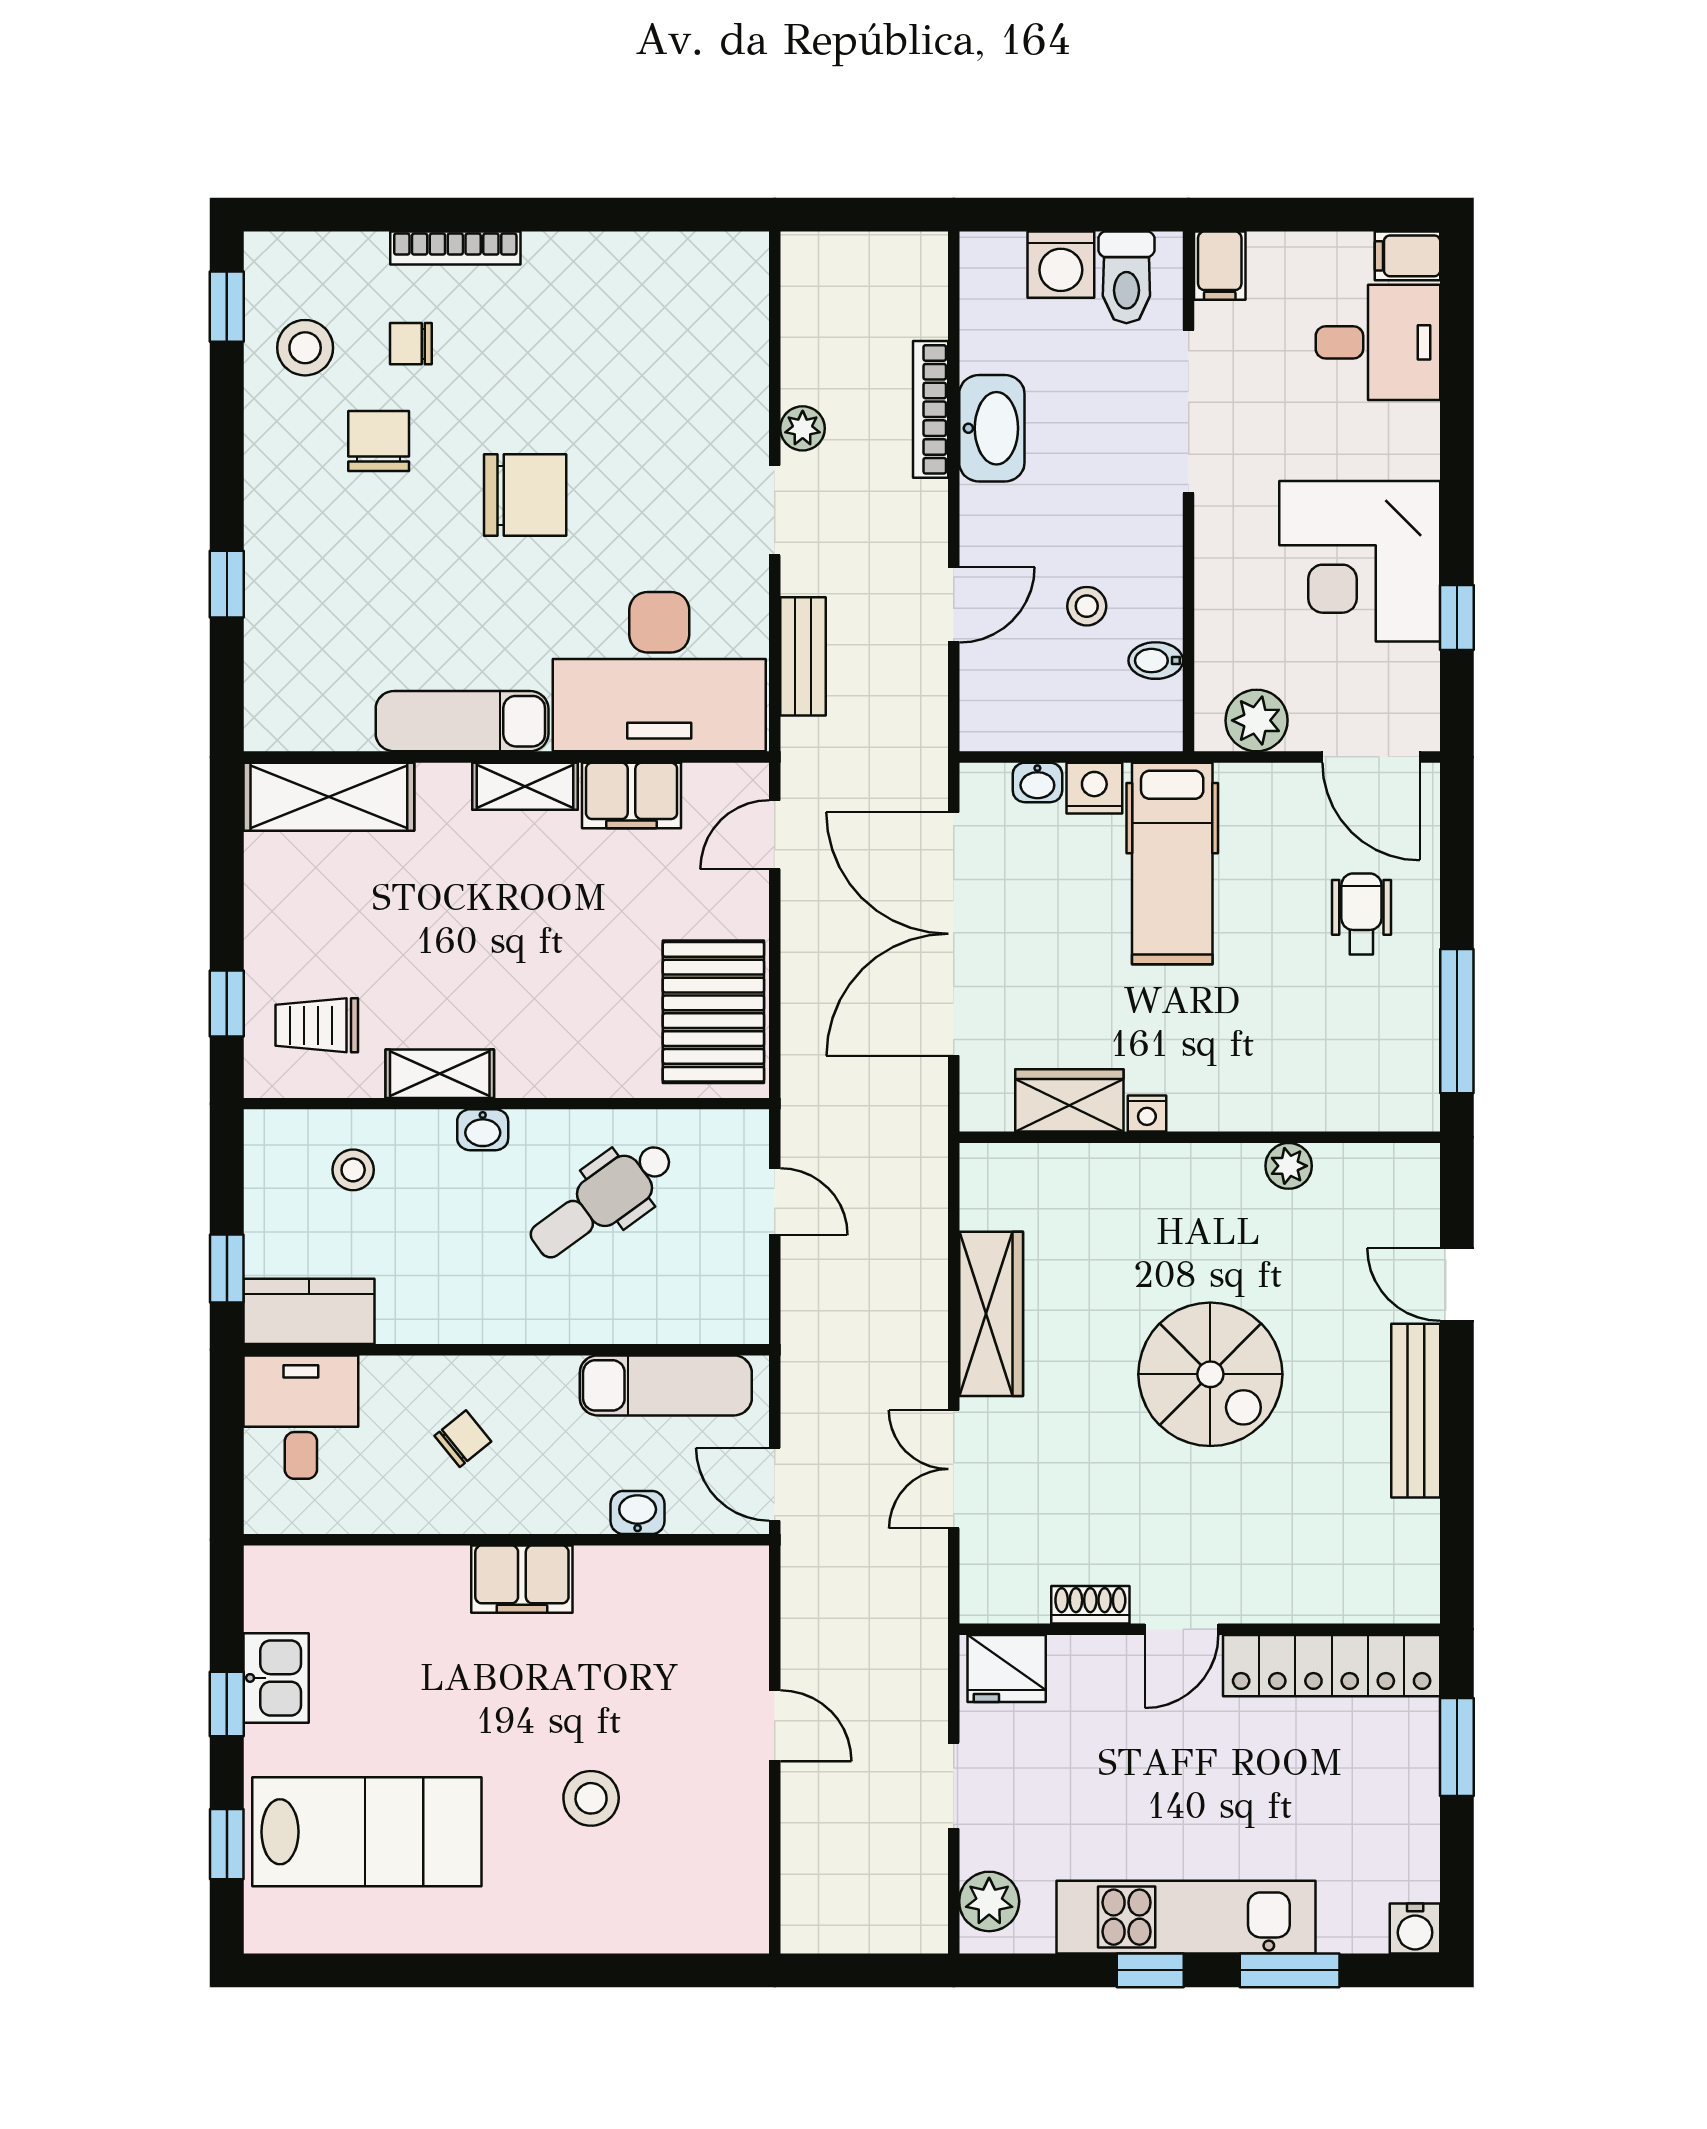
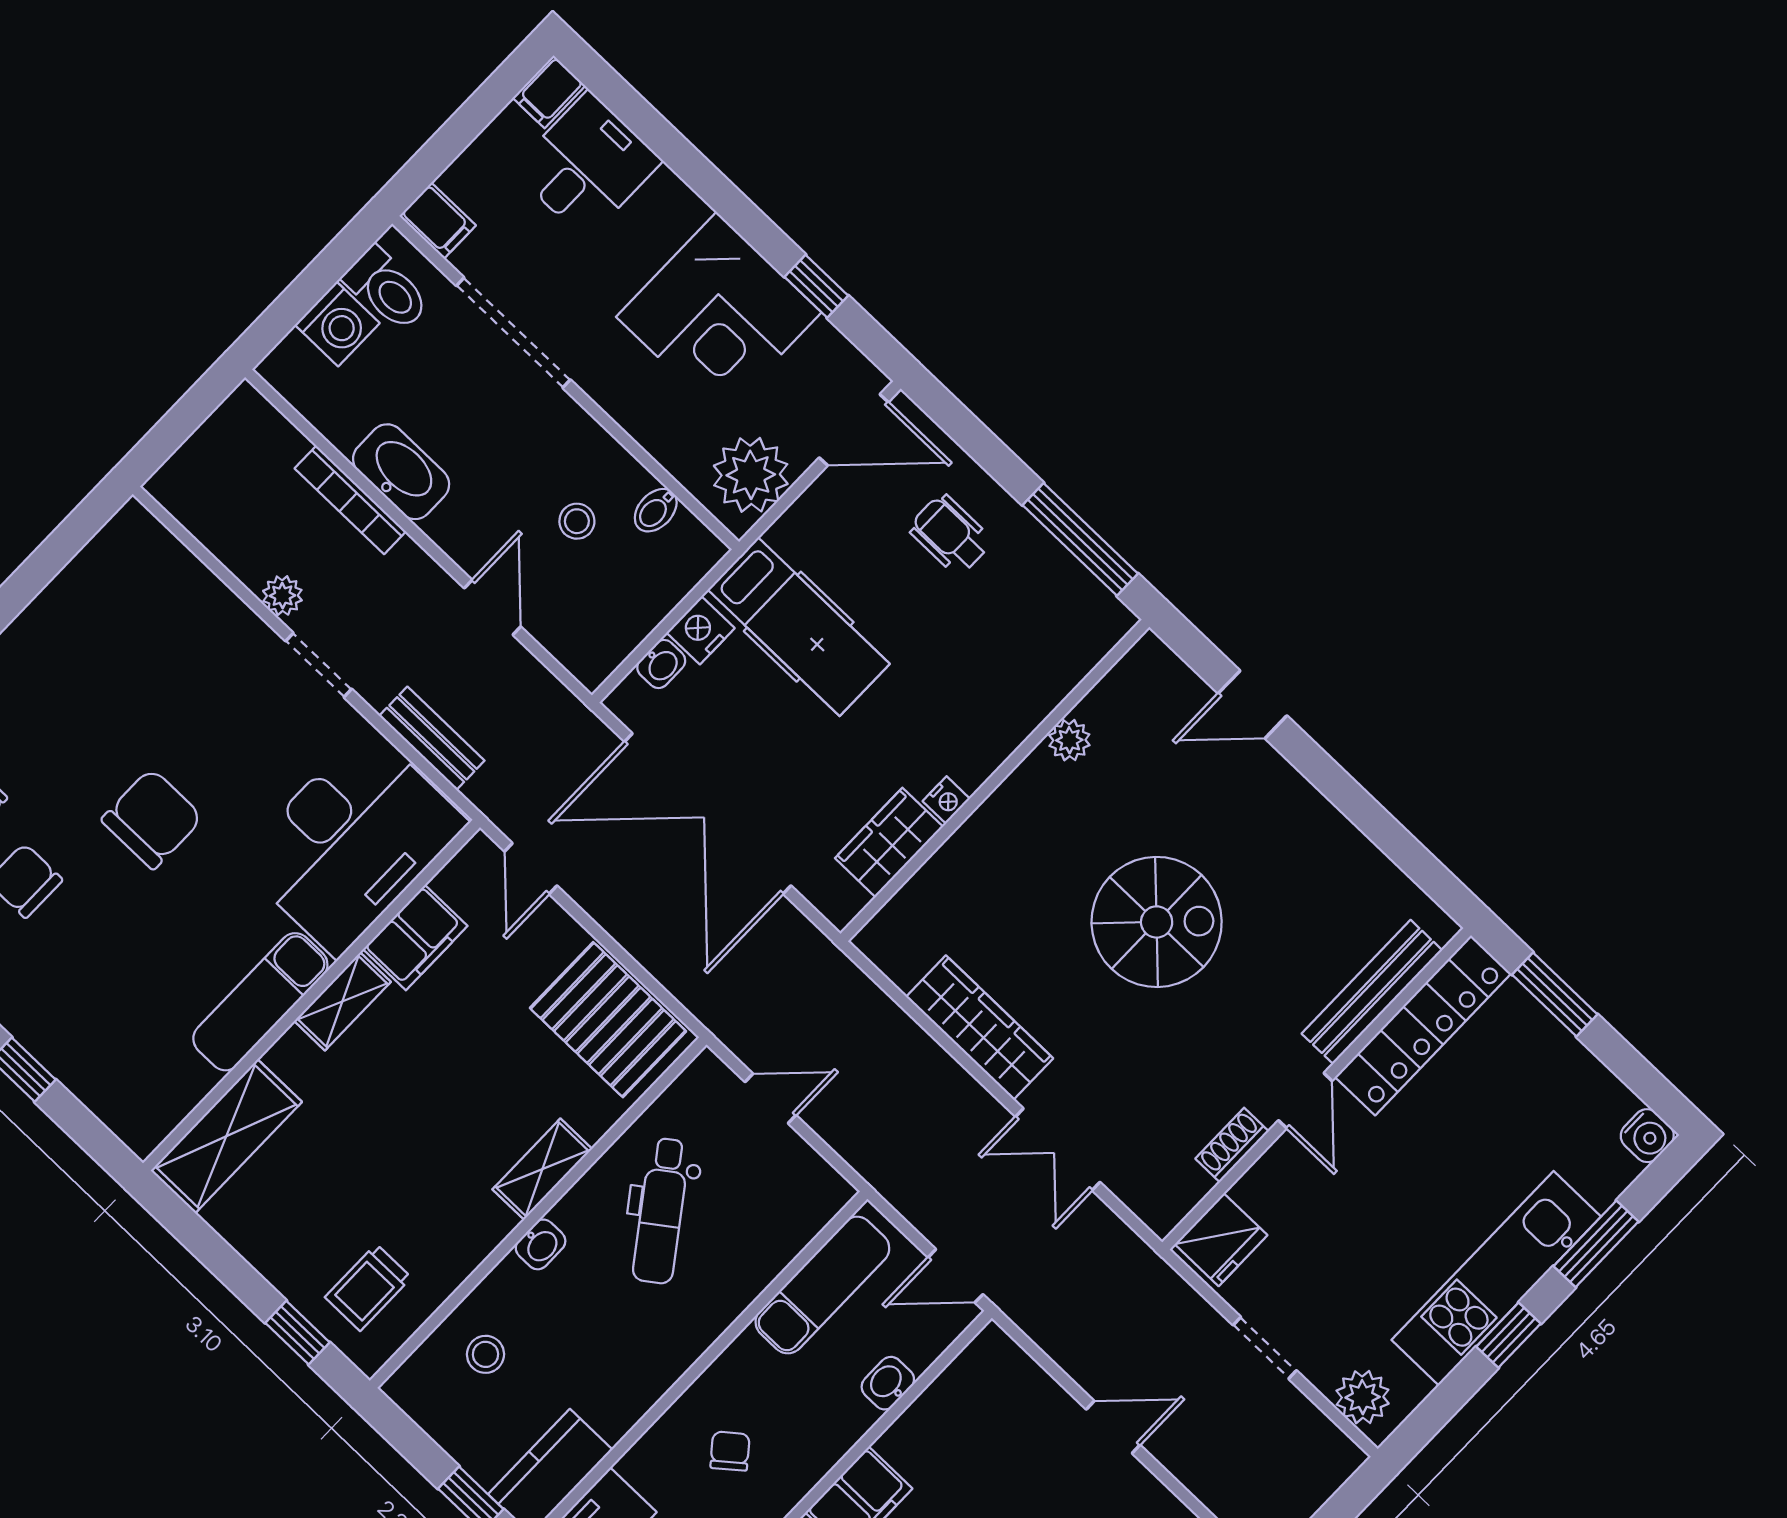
plant: (1257, 720) -> (751, 475), width x1.36, depth x1.36
shelving: (440, 1074) -> (542, 1169), moved
bench: (1416, 1411) -> (1372, 992), moved, turned 90

